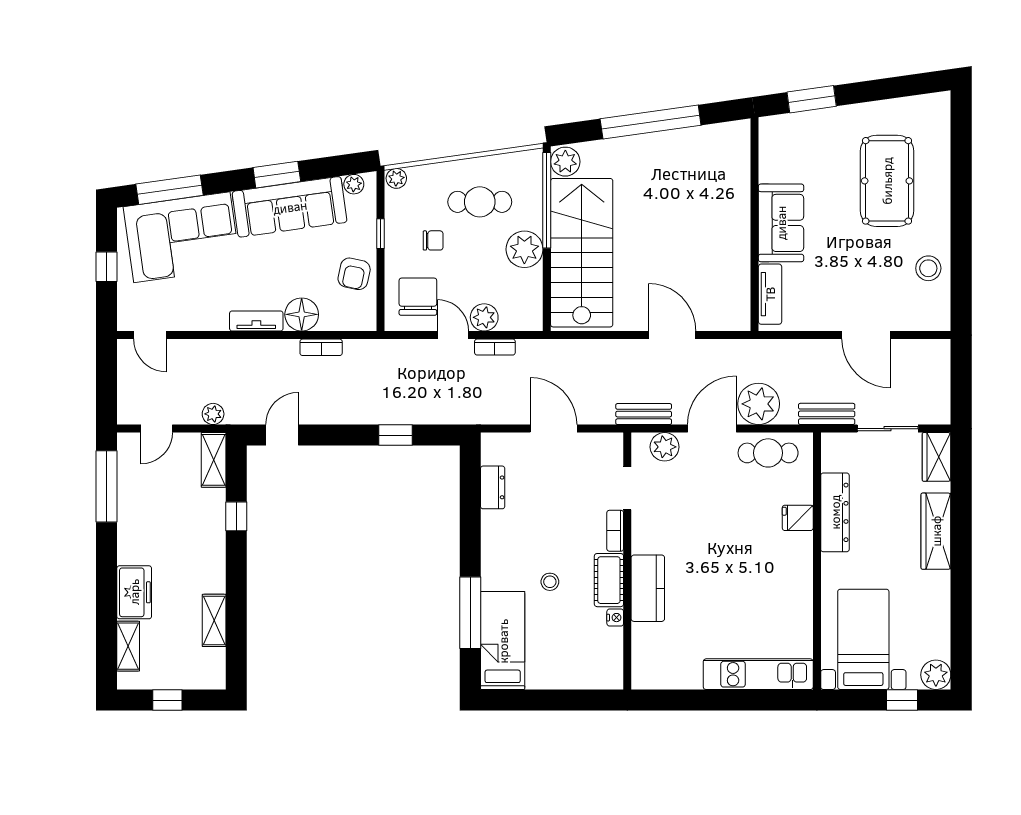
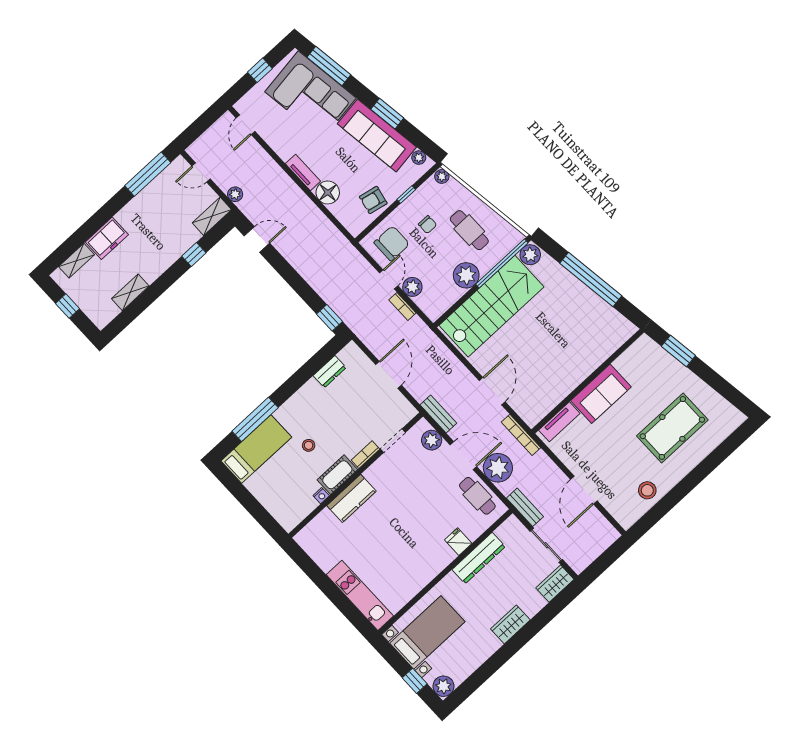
bookcase: (321, 347) -> (521, 435), moved, width x1.56
window: (396, 435) -> (329, 318), moved
wardrobe: (936, 531) -> (510, 624), width x0.67

